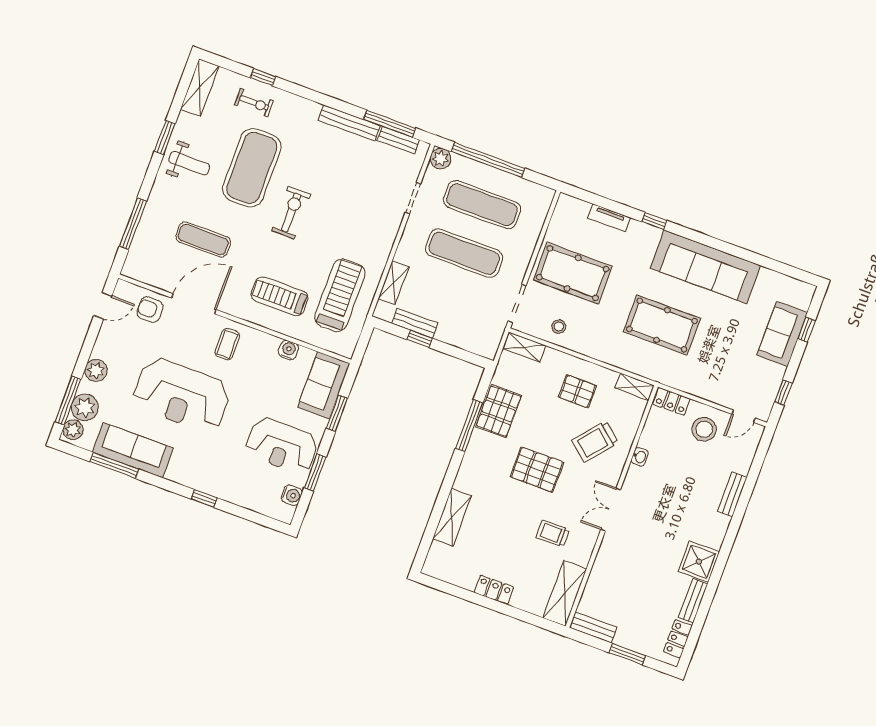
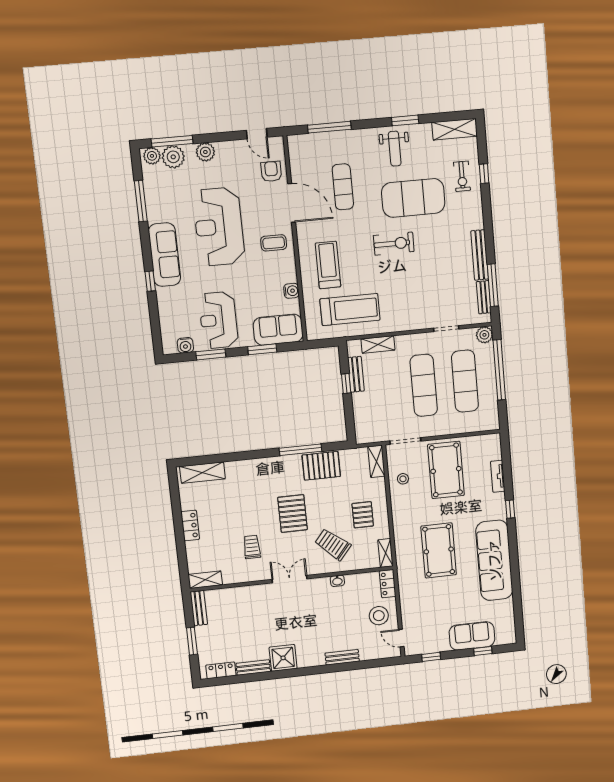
sofa: (133, 450) -> (164, 255), moved
shelving: (452, 517) -> (202, 473), moved
shelving: (565, 593) -> (205, 580), width x0.67, depth x0.75

